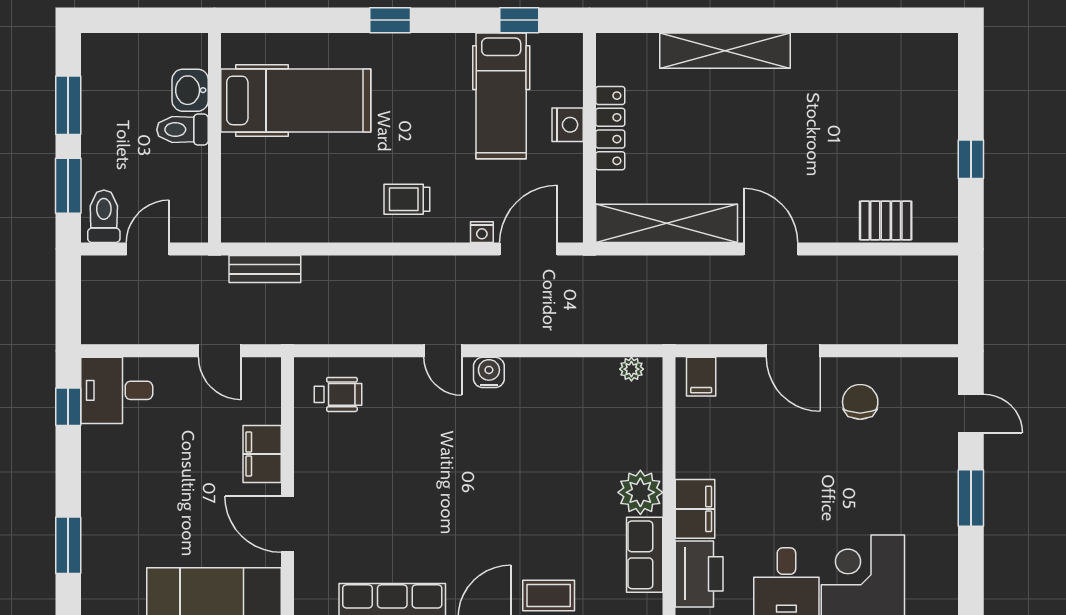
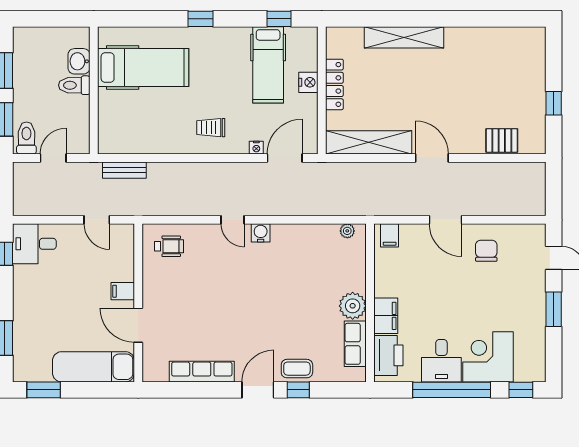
filing cabinet: (262, 454) -> (123, 291), width x0.50

